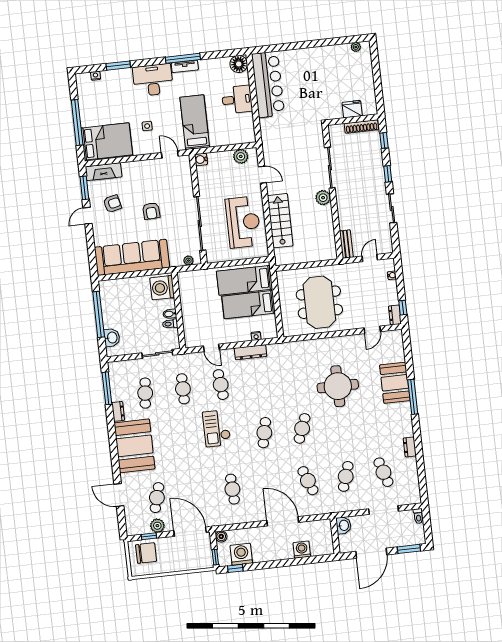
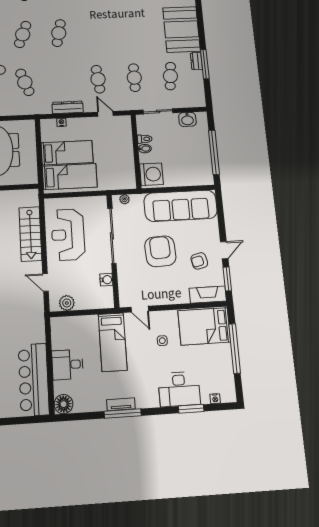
desk: (153, 80) -> (179, 389), moved
water cooler: (201, 159) -> (106, 280), moved
armchair: (151, 211) -> (160, 251), width x1.88, depth x1.88
washbasin: (112, 338) -> (187, 119), moved, turned -90
cafe table: (296, 376) -> (25, 82), added
window: (107, 388) -> (205, 64), moved
checkout: (217, 428) -> (104, 40), removed

